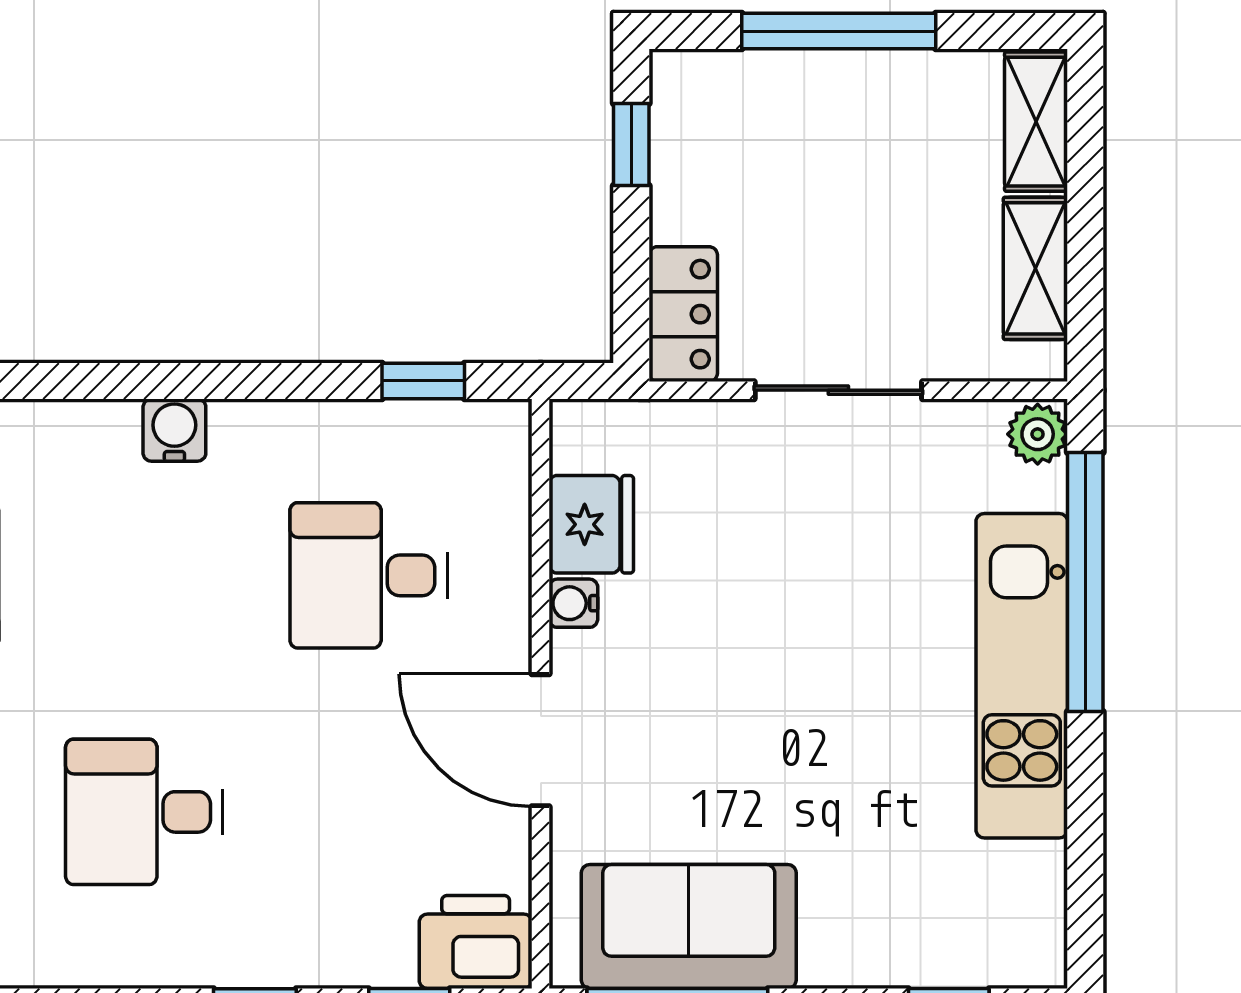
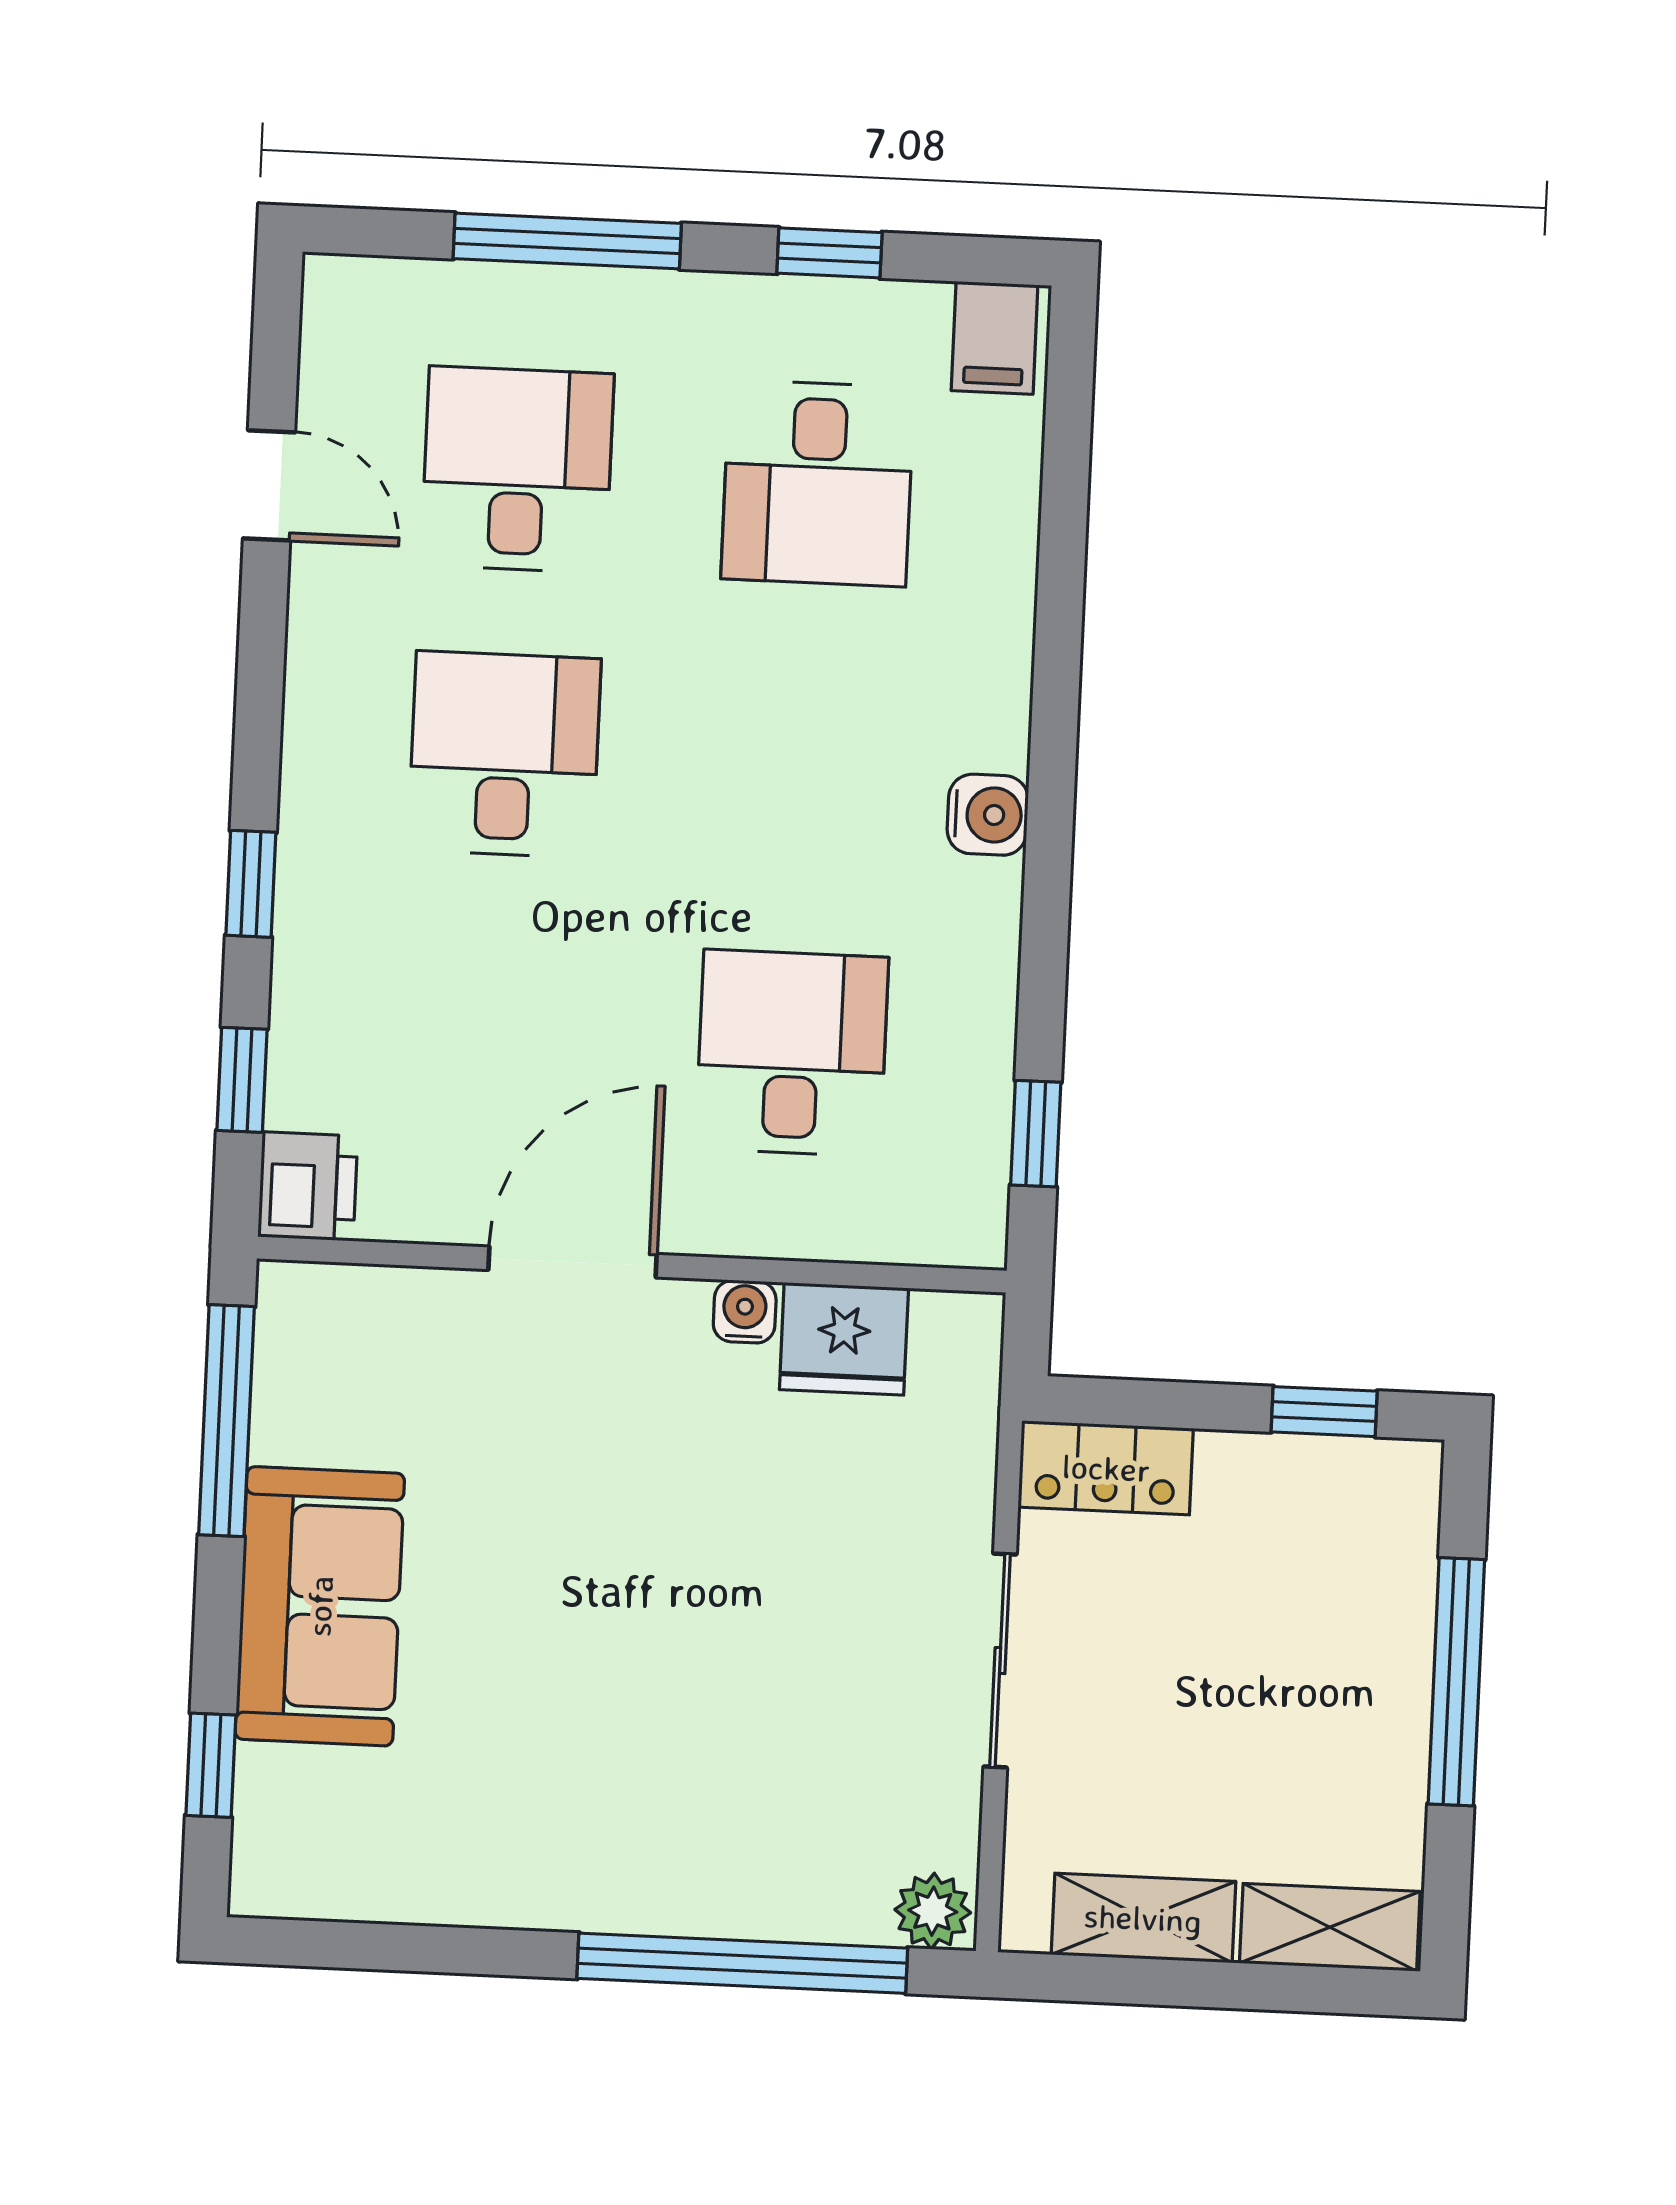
kitchen unit: (1022, 676) -> (627, 1877), removed
sofa: (689, 926) -> (320, 1606), moved
printer: (476, 942) -> (308, 1186), width x0.73, depth x0.81

